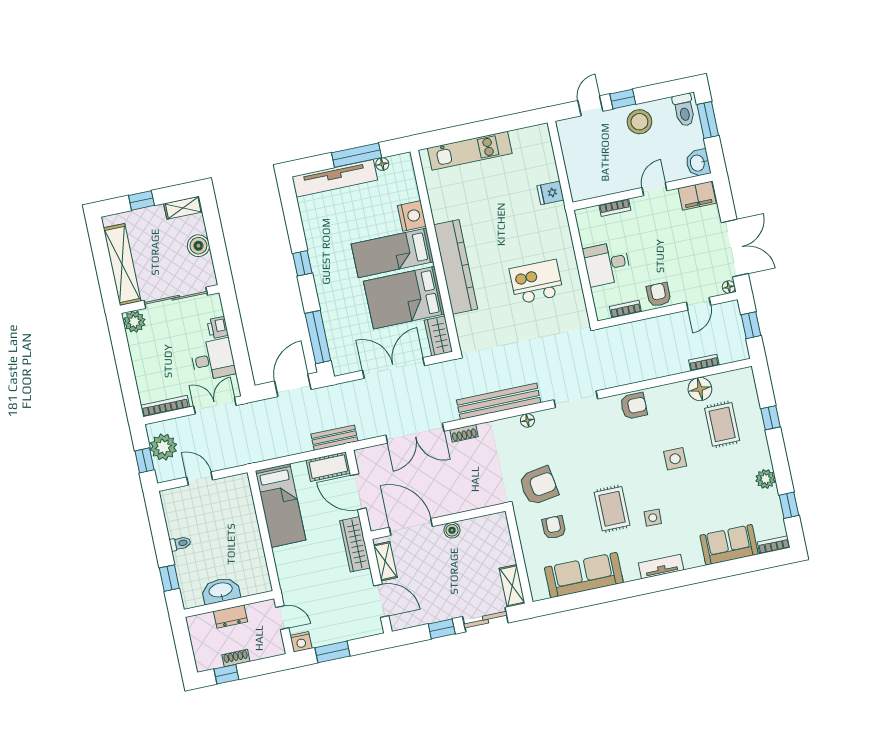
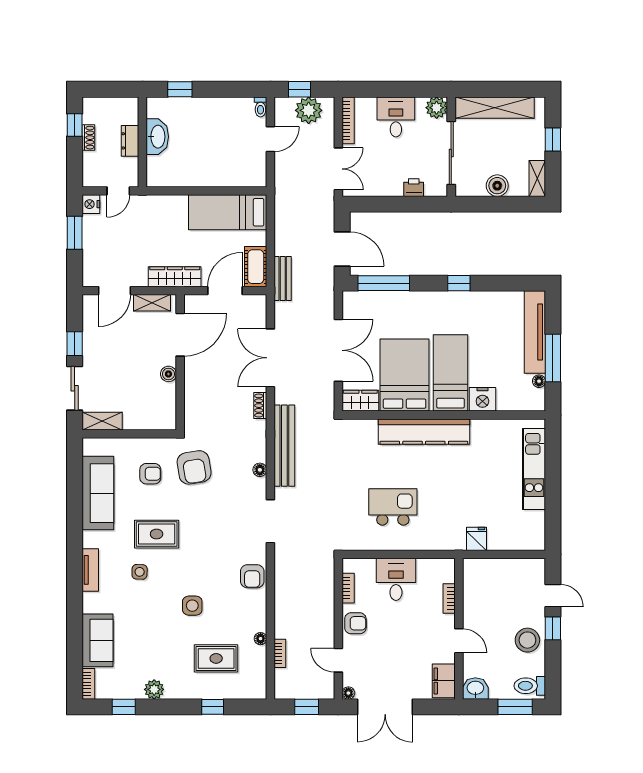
kitchen island: (536, 282) -> (393, 507), turned -90
desk: (213, 359) -> (396, 117), moved, turned 180
floor lamp: (700, 389) -> (261, 639), width x0.53, depth x0.53
toilet: (180, 543) -> (260, 107), moved

